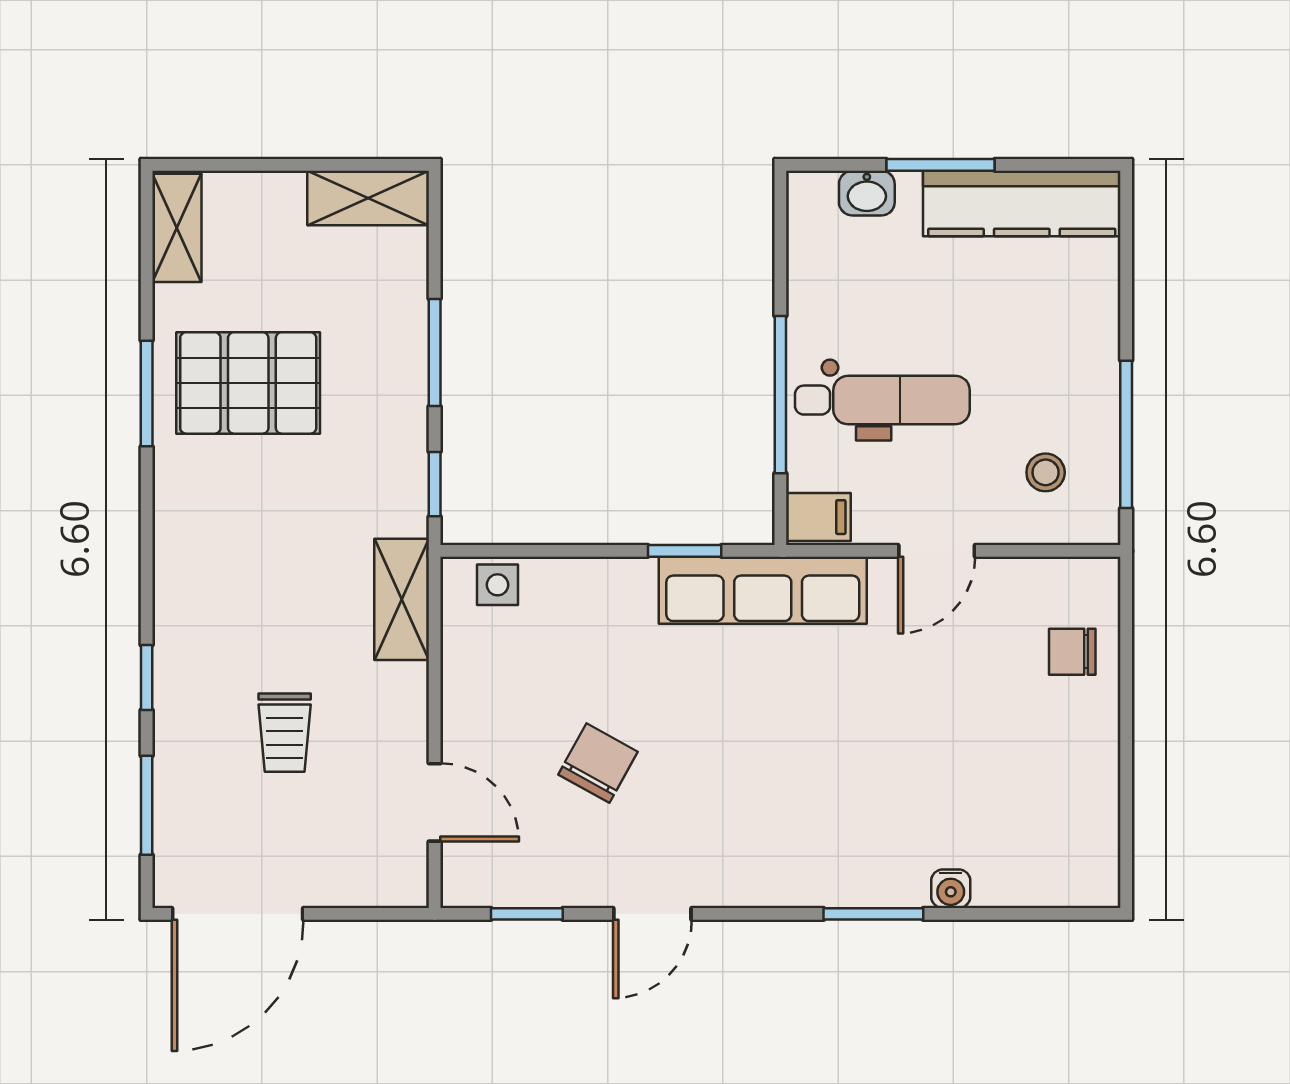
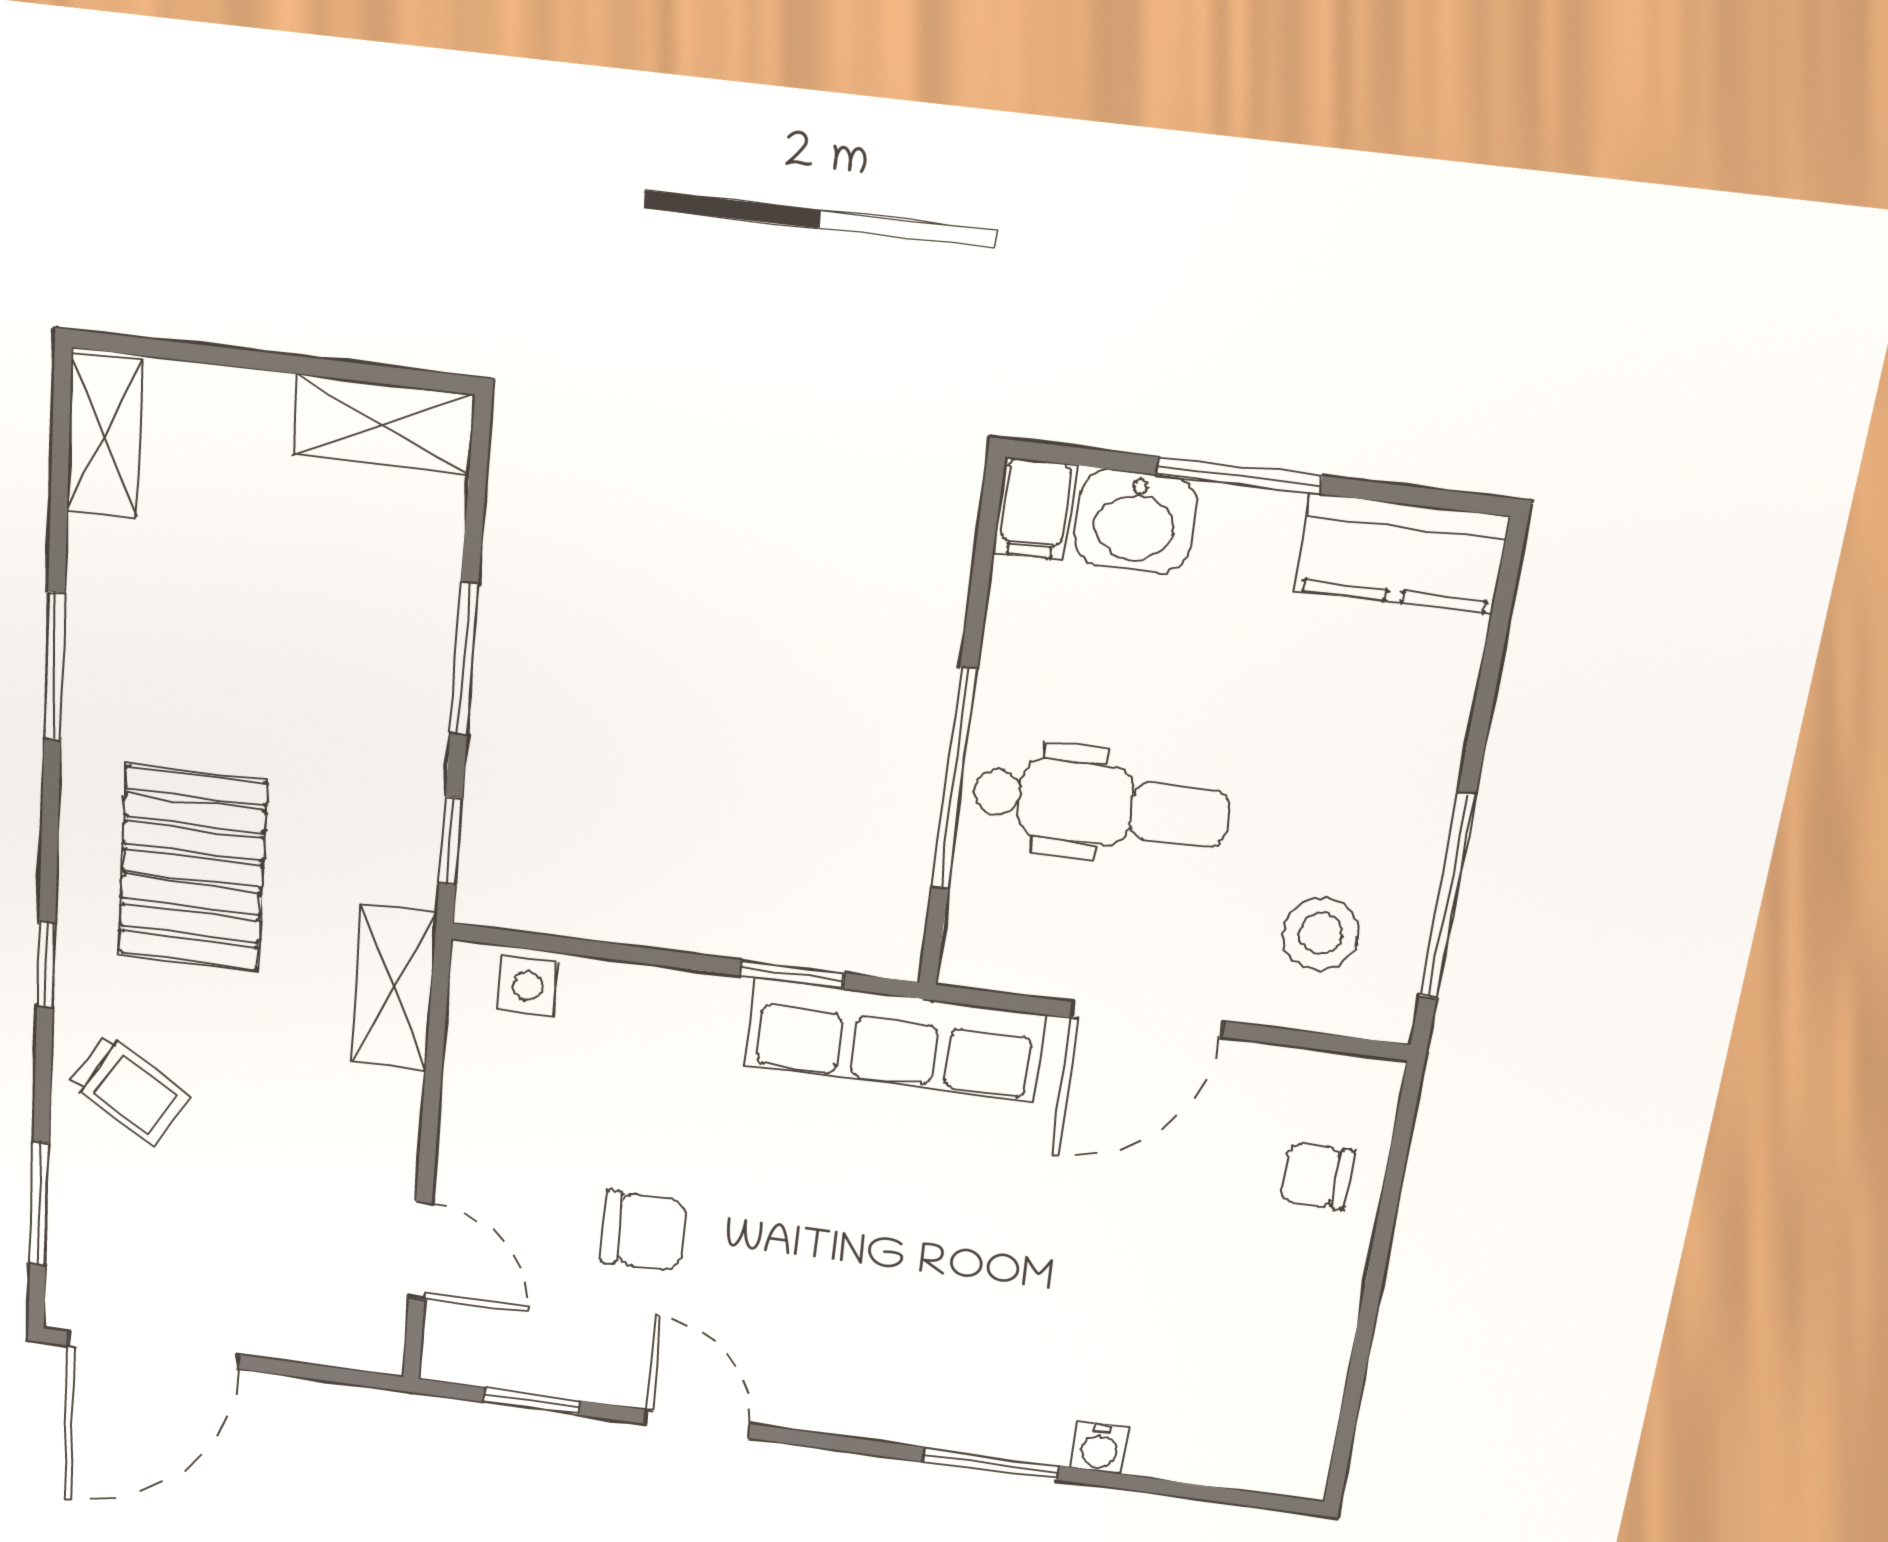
washbasin: (867, 193) -> (1135, 521), width x1.38, depth x1.45
kitchen counter: (1022, 204) -> (1402, 553), width x0.67
pallet: (248, 383) -> (192, 868), moved, turned 90
stool: (1046, 472) -> (1321, 934), width x1.37, depth x1.37
filing cabinet: (818, 517) -> (1035, 509), moved, turned 90
door: (937, 551) -> (1147, 1019), width x1.38
window: (147, 678) -> (46, 964), moved
trolley: (285, 733) -> (130, 1090), moved, turned -58
chair: (598, 763) -> (643, 1231), turned 61
door: (652, 914) -> (697, 1424), swing flipped

